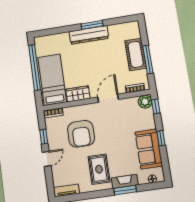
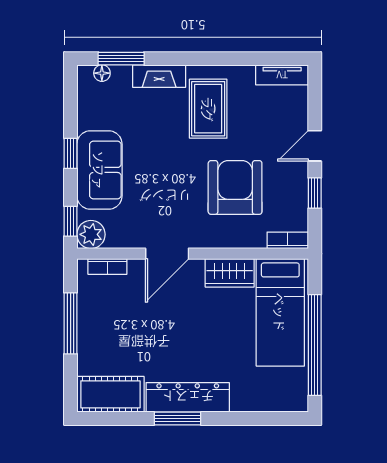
cot: (136, 54) -> (110, 394), moved, turned 90
sofa: (149, 149) -> (99, 170), moved
window: (125, 190) -> (121, 59), moved

